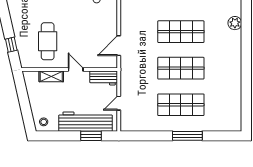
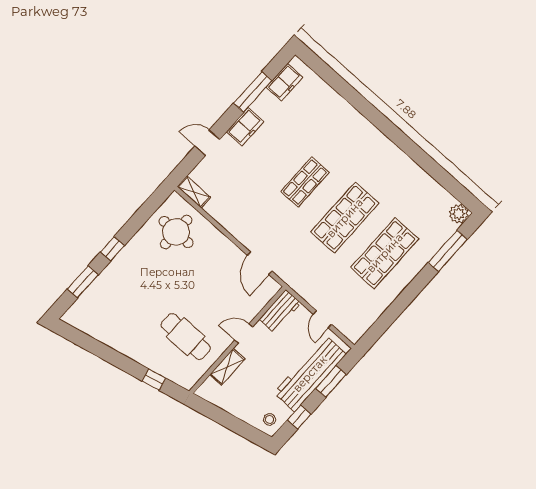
plant: (235, 23) -> (459, 214), moved
shop shelf: (181, 32) -> (305, 182), width x0.70, depth x0.74
window: (58, 136) -> (299, 417), added
window: (187, 136) -> (448, 251), moved

